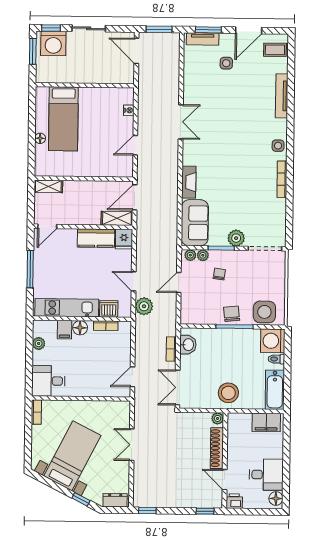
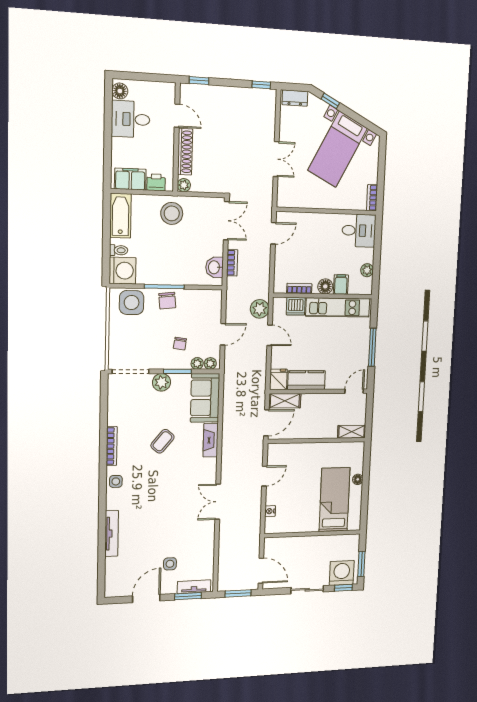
coffee table: (275, 50) -> (162, 441), moved, turned -50
printer: (234, 501) -> (156, 182), moved, turned 180

